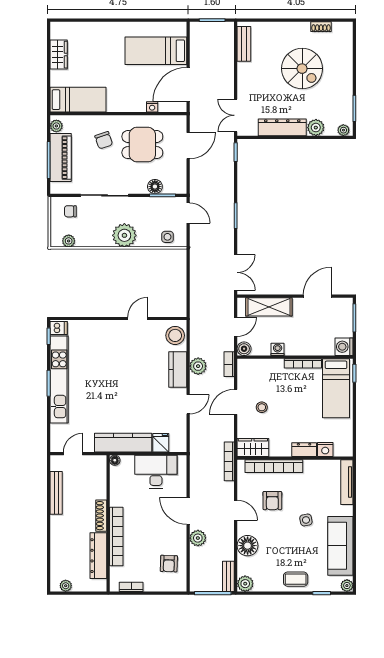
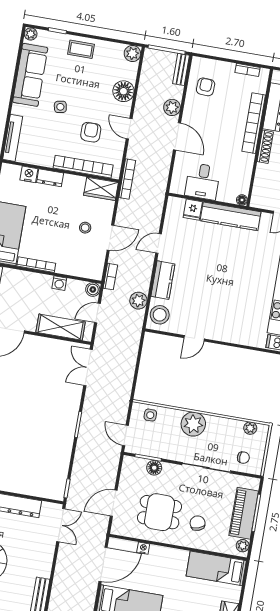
plant: (198, 366) -> (138, 301), moved
desk: (156, 472) -> (203, 181), width x0.73
bench: (228, 576) -> (181, 69), moved

